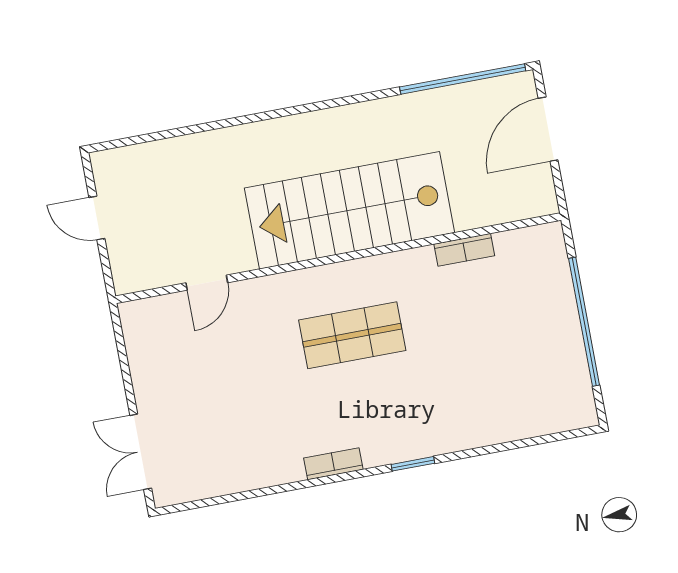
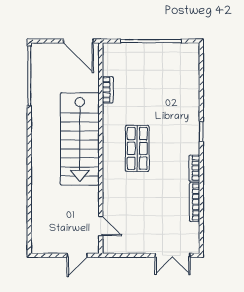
door: (548, 129) -> (78, 41), moved
door: (97, 218) -> (77, 255), moved
door: (207, 283) -> (101, 226), moved
bookcase: (262, 478) -> (195, 202), added

